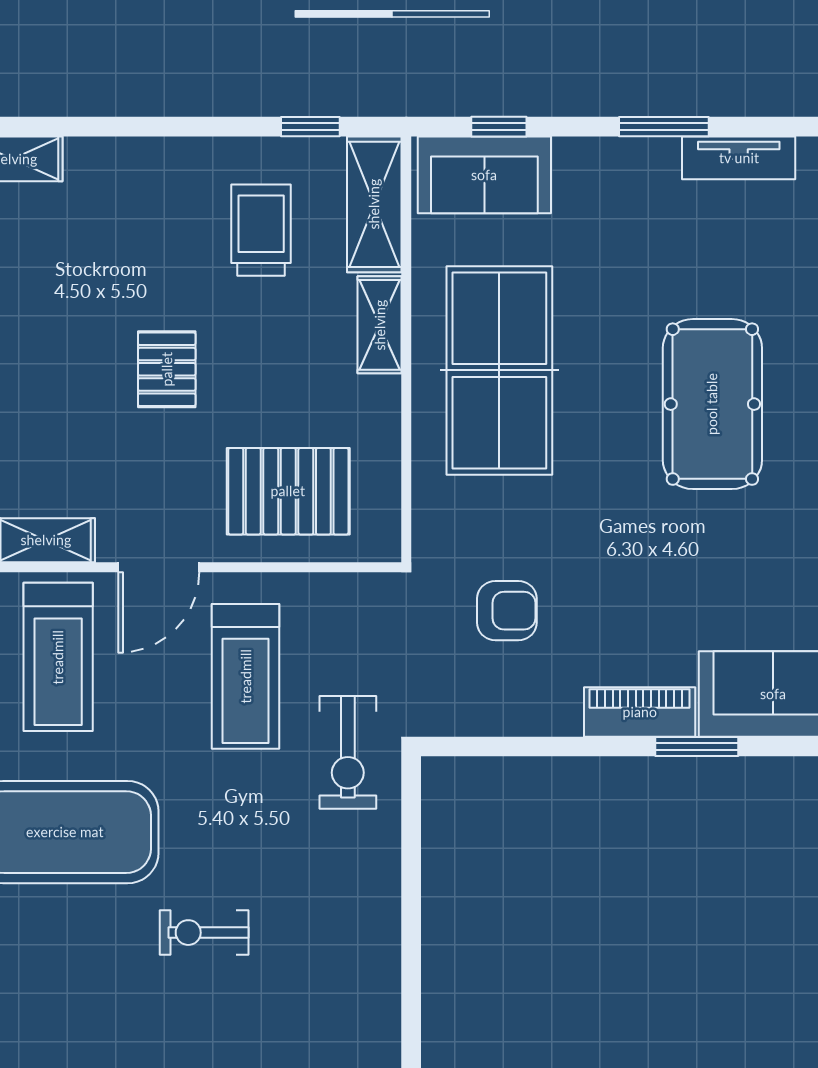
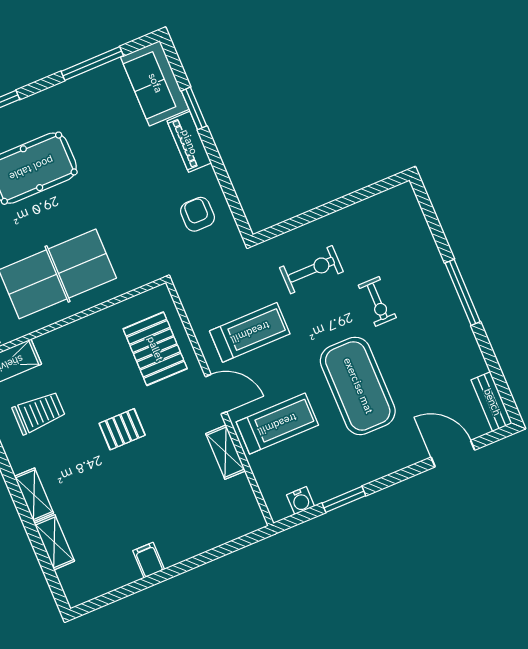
trolley: (261, 230) -> (39, 413), turned 180
shelving: (380, 325) -> (34, 495), moved, turned 90
armchair: (507, 611) -> (197, 214), moved
exercise bike: (348, 752) -> (311, 270), moved

